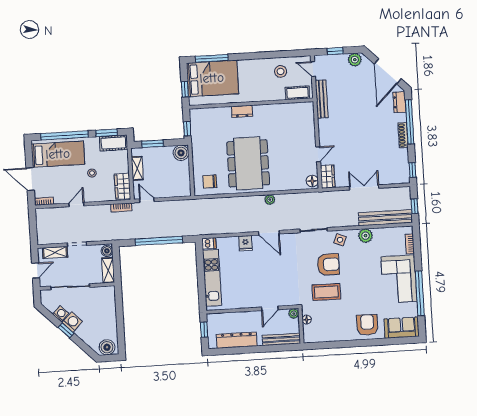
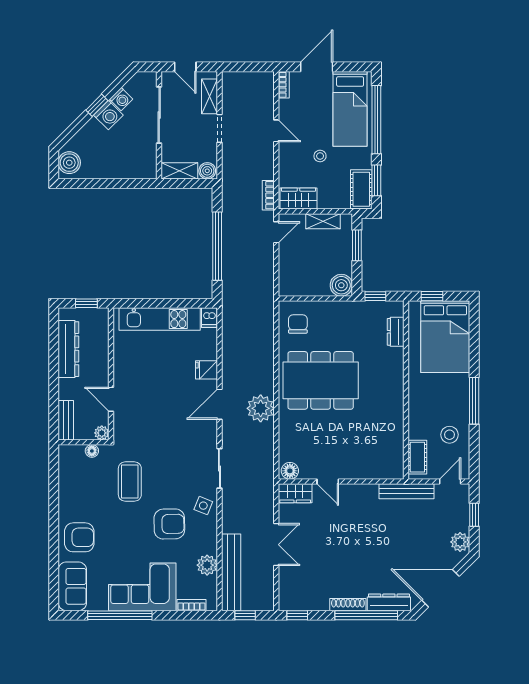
window: (212, 58) -> (474, 401), moved
dresser: (399, 102) -> (389, 602), width x1.44
dresser: (242, 111) -> (396, 332), moved
plant: (270, 200) -> (261, 408), width x1.88, depth x1.88
plant: (365, 236) -> (207, 565), moved
armchair: (328, 264) -> (169, 524), moved, turned -91
bench: (281, 339) -> (66, 420), width x0.73

